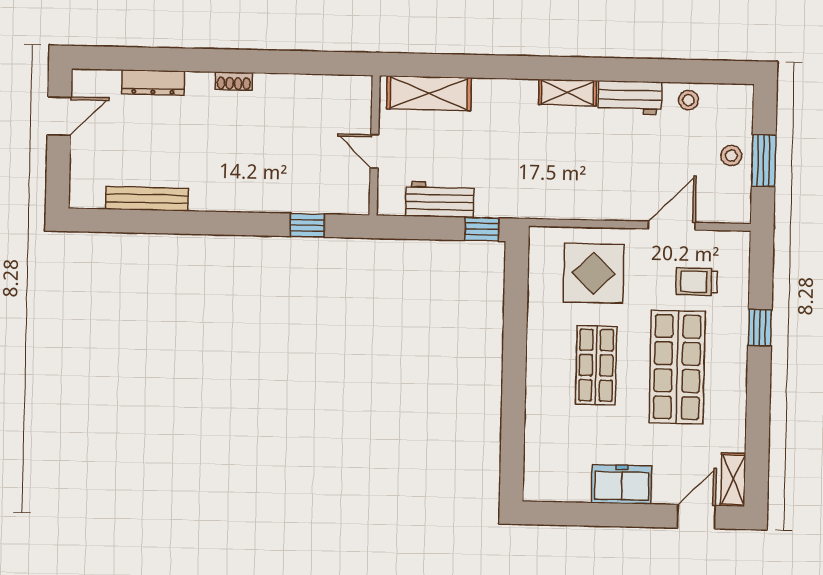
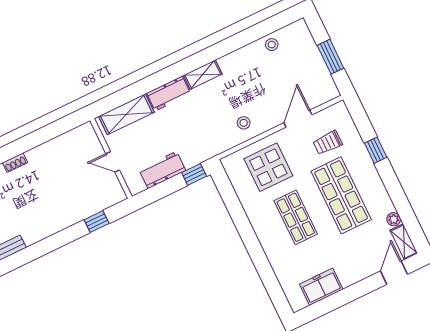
workbench: (630, 98) -> (169, 94), moved
stool: (731, 156) -> (244, 123), moved
plant: (735, 440) -> (394, 219), added
freezer: (622, 484) -> (321, 287), moved

